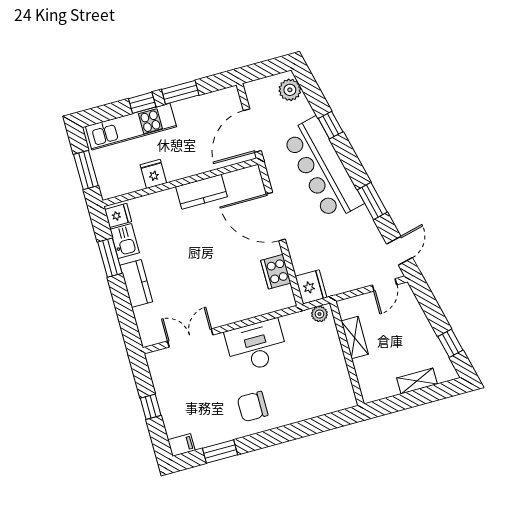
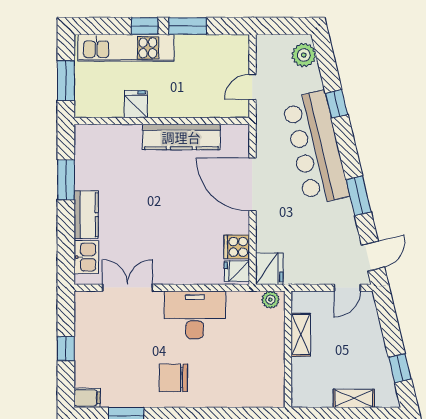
door: (252, 131) -> (252, 87), width x0.53
kitchen counter: (201, 192) -> (181, 137), width x1.50
fridge: (118, 215) -> (237, 271), moved, turned 180
kitchen sink: (125, 241) -> (86, 257), moved
cooker: (276, 272) -> (237, 247), width x0.73

